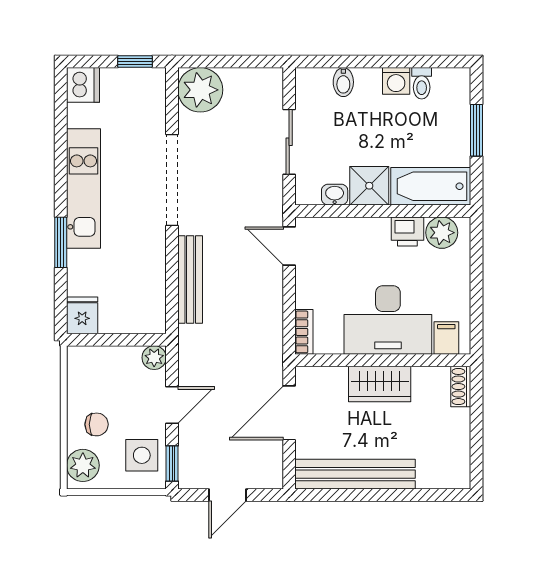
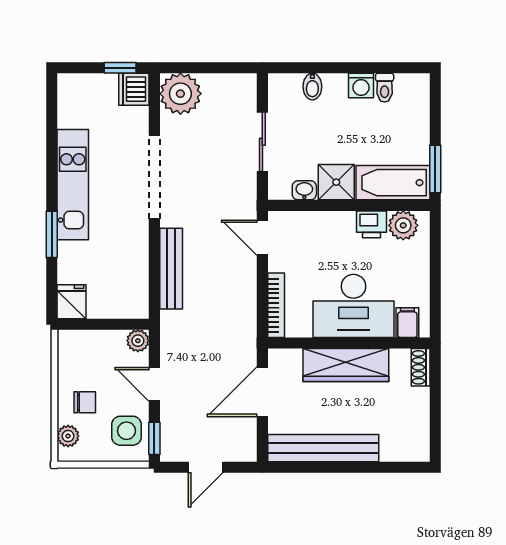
dishwasher: (83, 85) -> (134, 89), moved, turned 180
window: (477, 130) -> (435, 169), moved
bookcase: (304, 332) -> (276, 305), width x1.56
wardrobe: (380, 384) -> (346, 365), width x1.50
door: (172, 405) -> (154, 384), swing flipped
plant: (83, 465) -> (68, 436), width x0.73, depth x0.73

